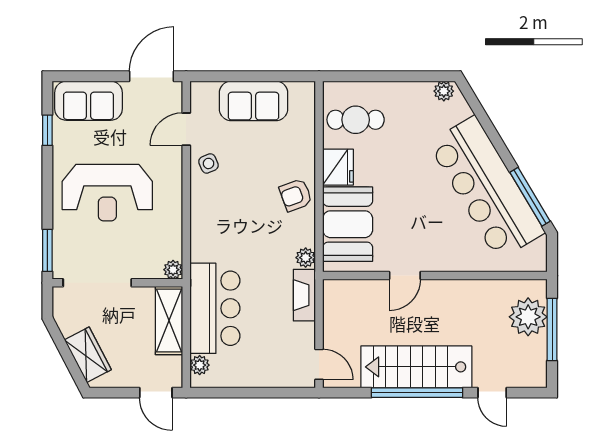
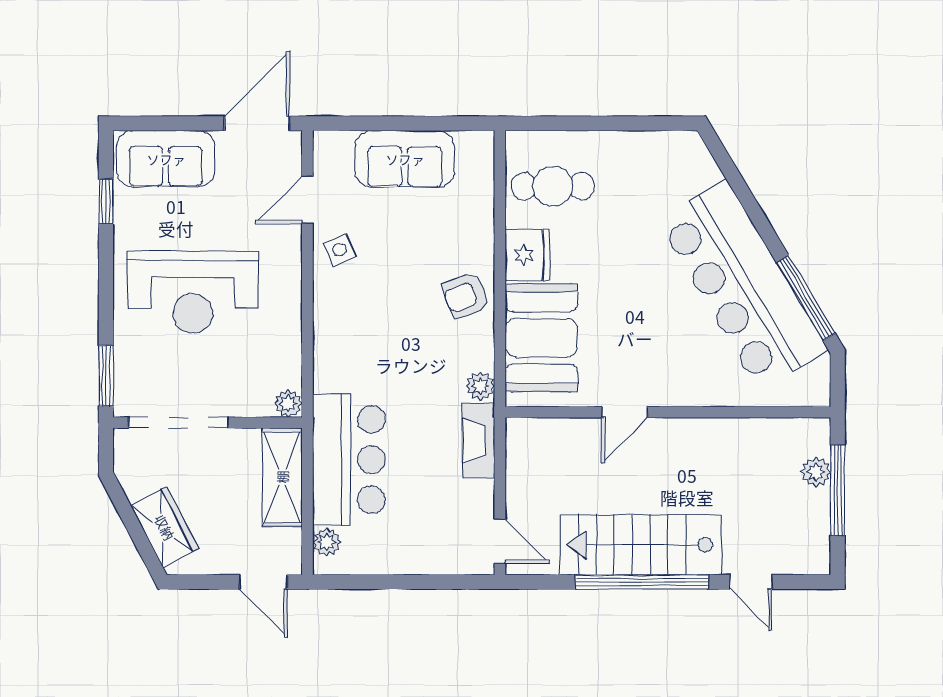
plant: (444, 91) -> (681, 145), removed
plant: (528, 317) -> (816, 472), width x0.53, depth x0.53

